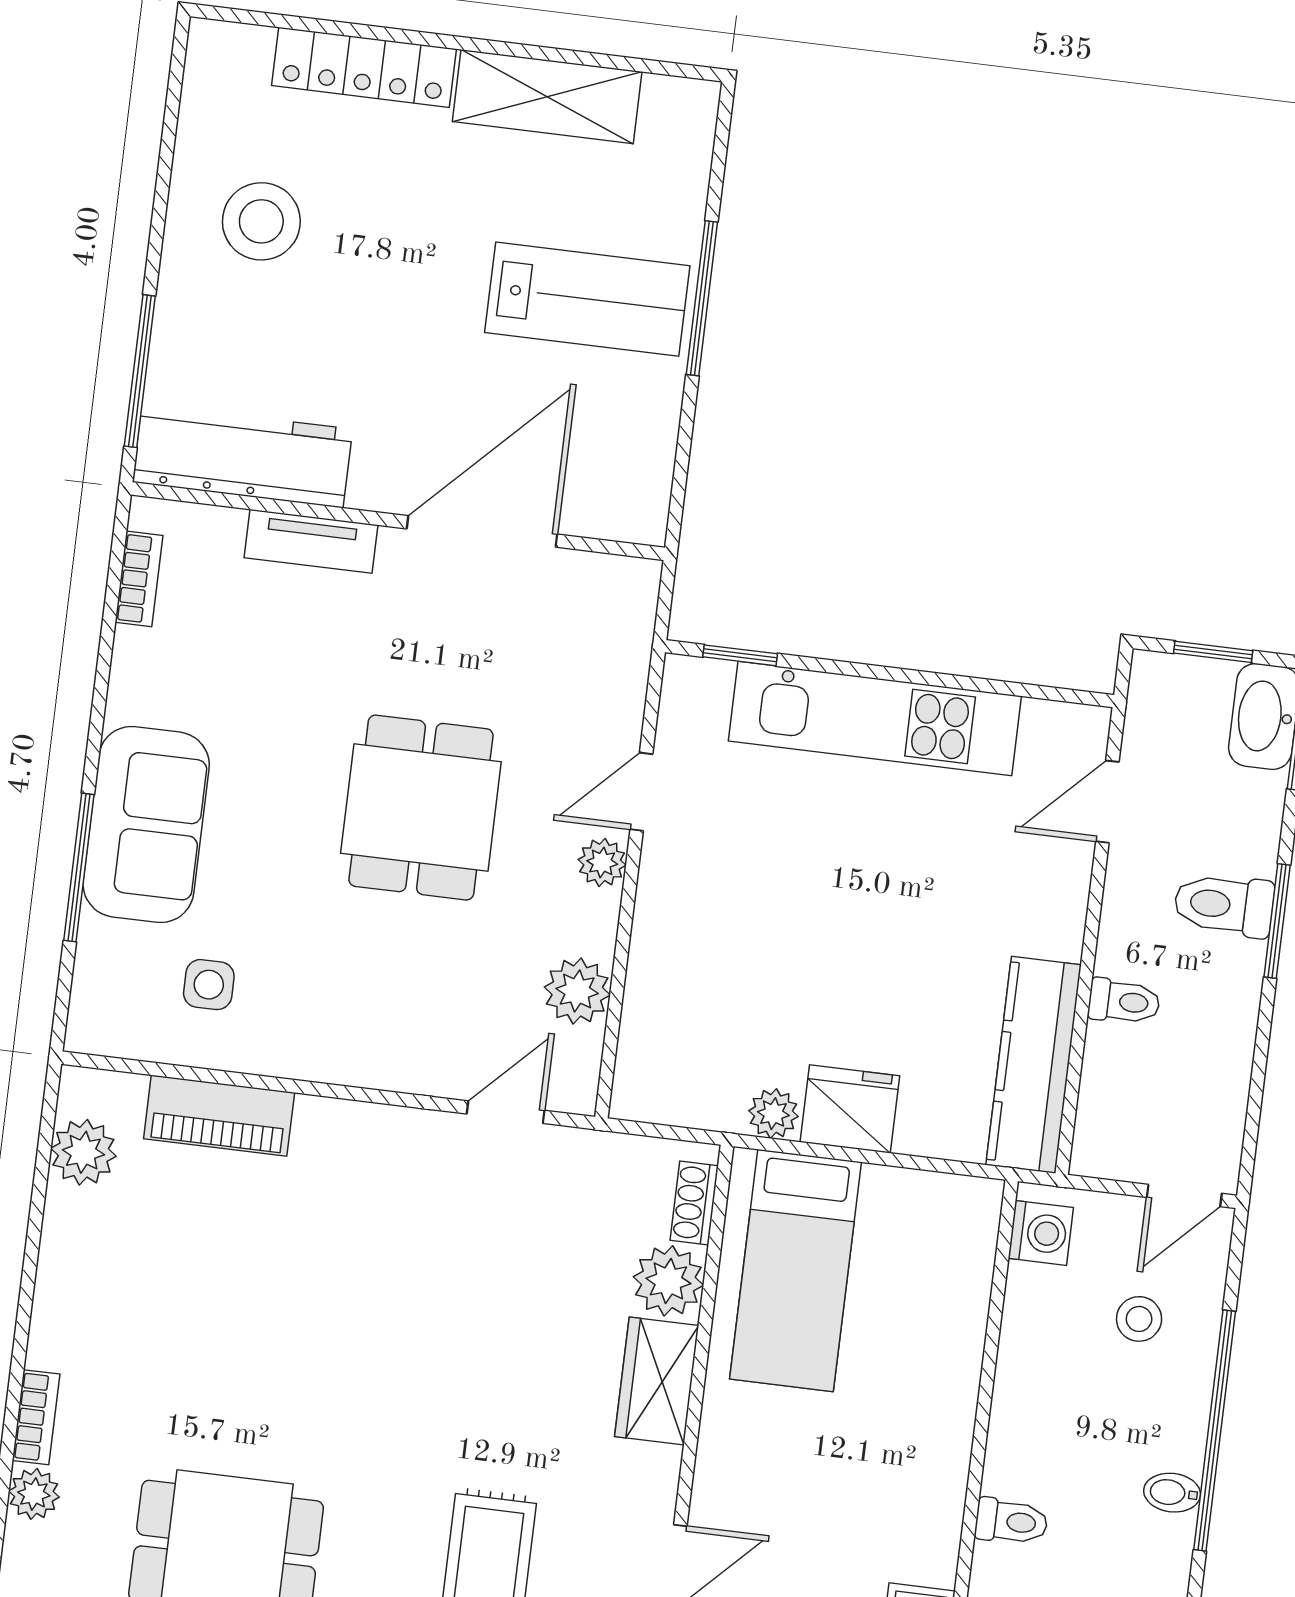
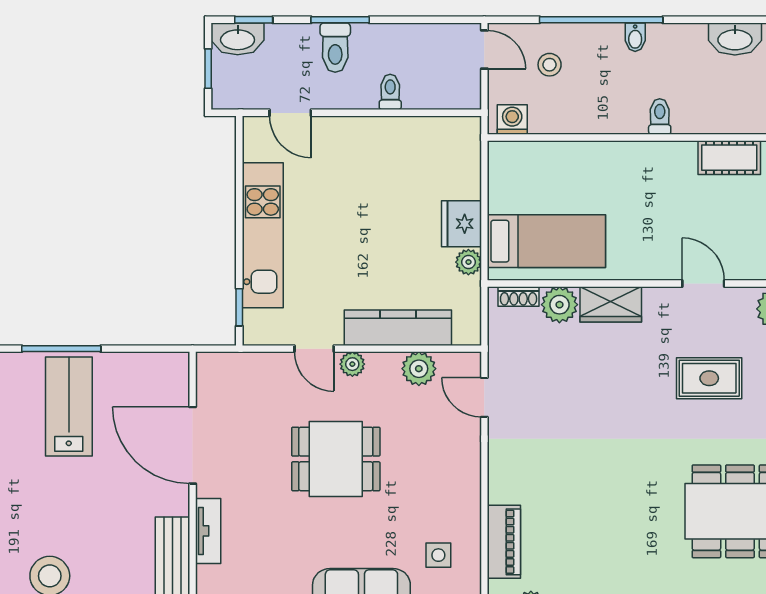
kitchen counter: (1034, 1065) -> (398, 328), moved, turned 180

